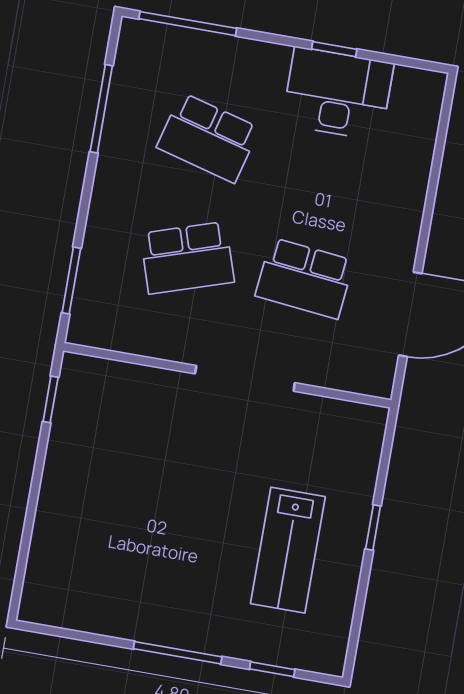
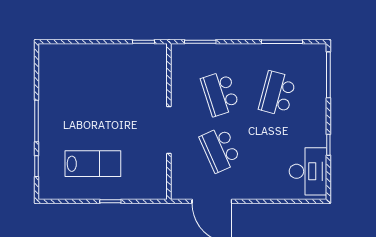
desk: (338, 94) -> (308, 171), moved
school desk: (305, 278) -> (220, 150), turned -30
lab bench: (288, 550) -> (93, 164), turned 180

